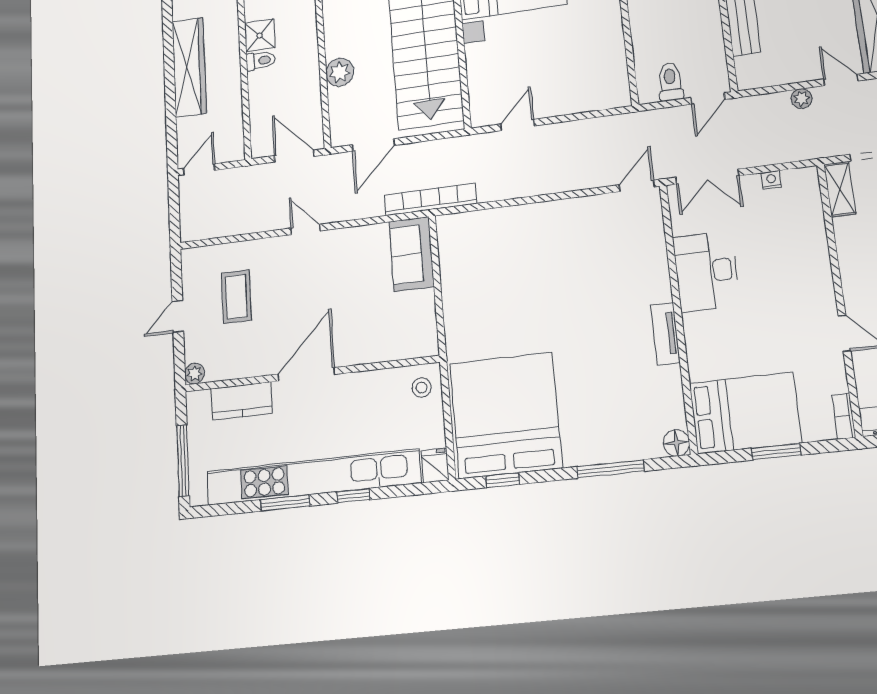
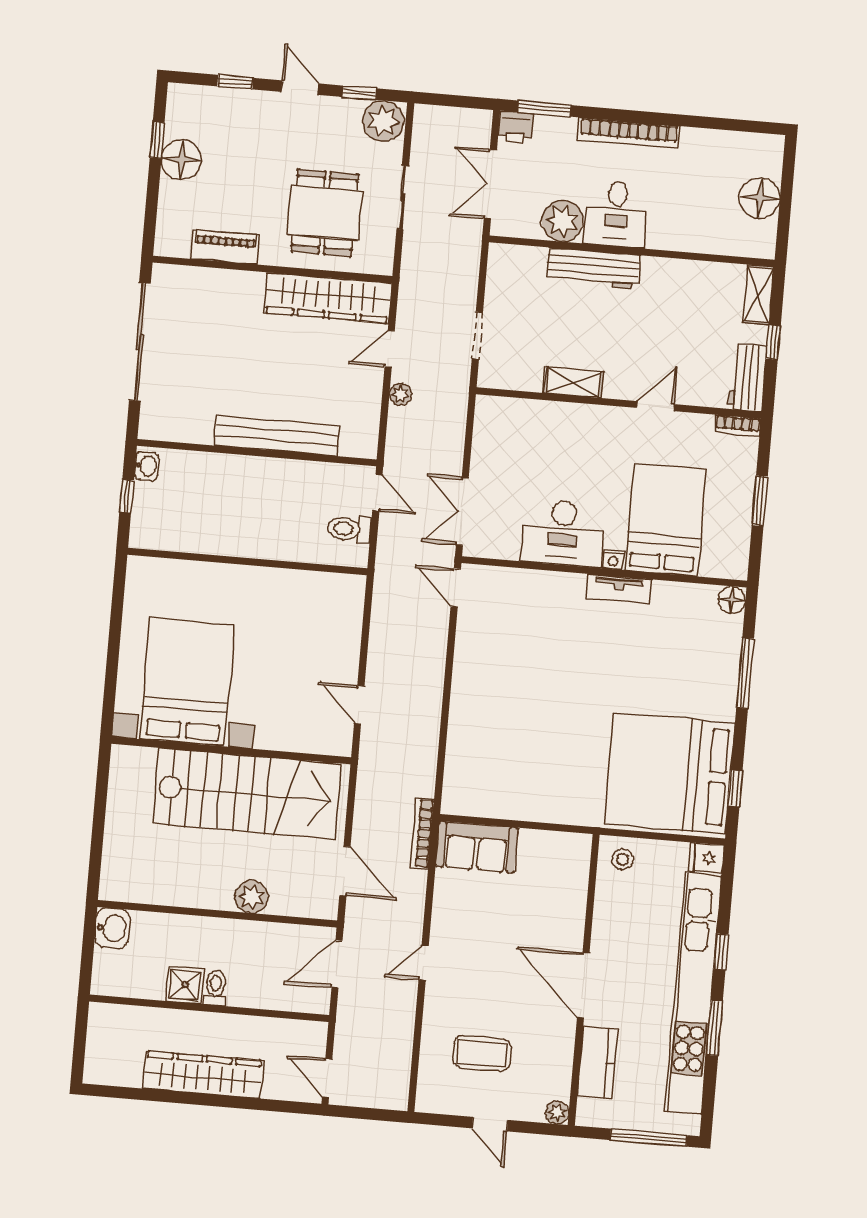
double door: (707, 177) -> (462, 511), swing flipped
nightstand: (771, 180) -> (613, 560), moved, turned -90
shelving: (840, 189) -> (574, 383), moved
bookcase: (430, 199) -> (422, 833), width x0.68, depth x0.76
bed: (745, 413) -> (665, 519), moved

